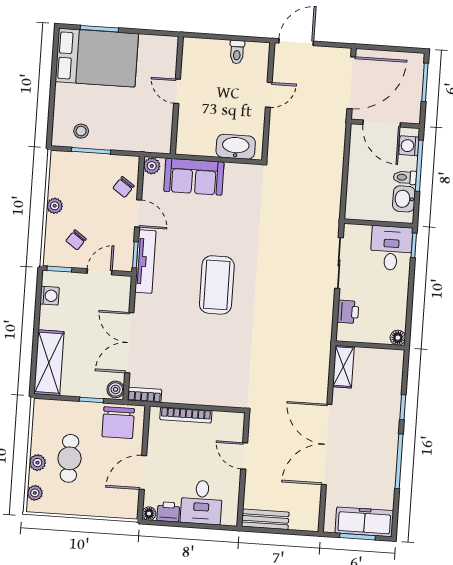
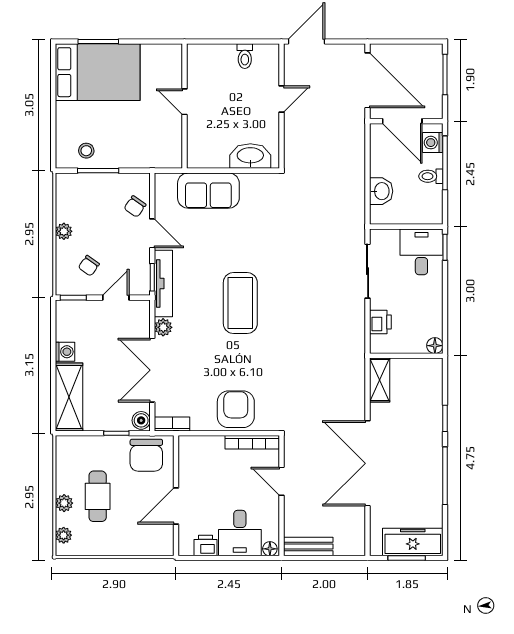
door: (351, 83) -> (368, 80), hinge flipped
plant: (152, 166) -> (163, 327), moved
washbasin: (404, 199) -> (381, 191), moved, turned 180
washing machine: (50, 296) -> (65, 352), moved
armchair: (206, 385) -> (236, 409), added
bookcase: (186, 415) -> (252, 442), moved
floor lamp: (149, 514) -> (270, 549), moved

